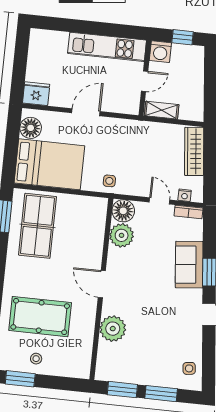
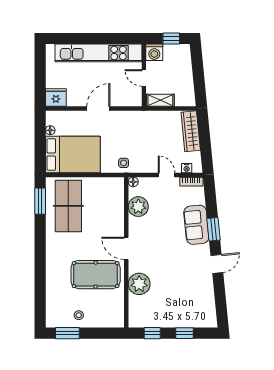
kitchen unit: (107, 47) -> (99, 53), width x1.36
door: (145, 81) -> (144, 78), swing flipped
floor lamp: (31, 128) -> (50, 130), width x0.53, depth x0.53
floor lamp: (123, 211) -> (133, 182), width x0.53, depth x0.53
pool table: (40, 317) -> (96, 275), moved
side table: (189, 368) -> (205, 310), removed
window: (122, 390) -> (152, 333), width x0.67
window: (161, 394) -> (185, 333), width x0.67

